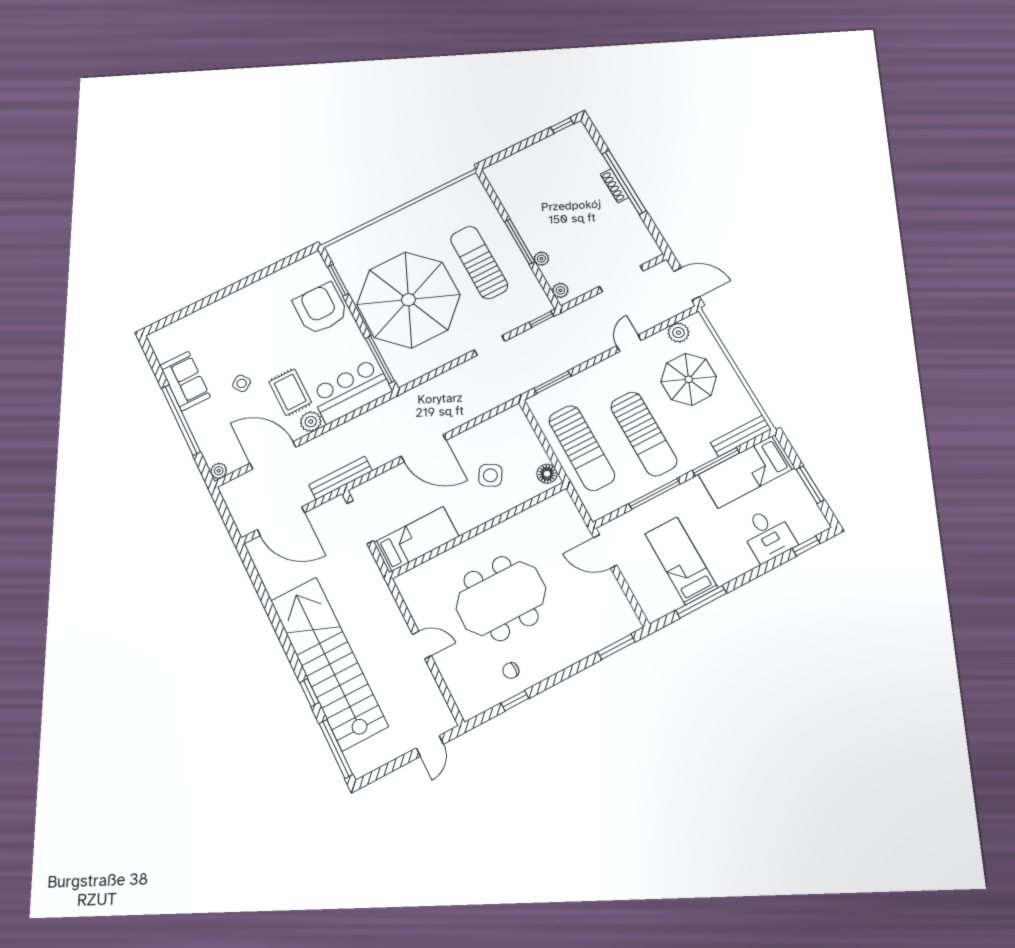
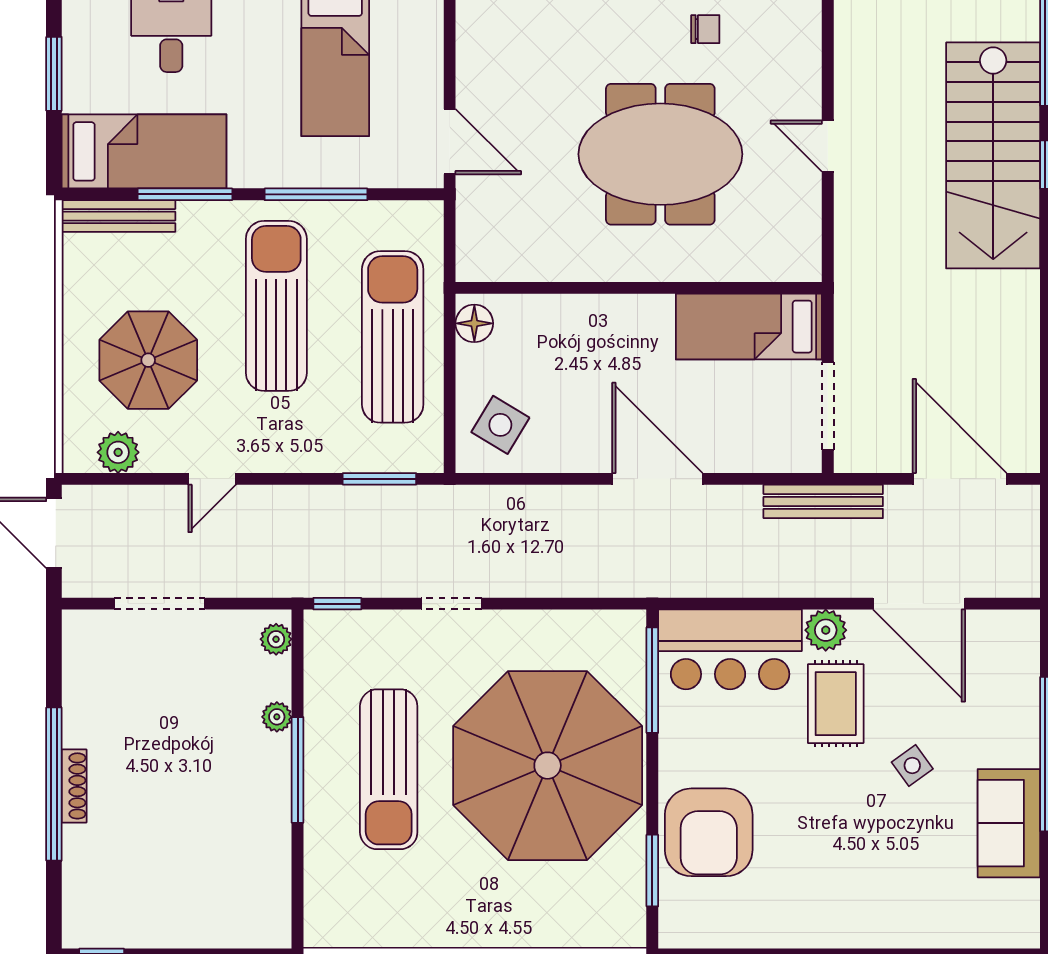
plant: (219, 471) -> (1024, 625), removed
side table: (490, 475) -> (500, 425), moved
stairs: (329, 663) -> (993, 155), width x0.73

